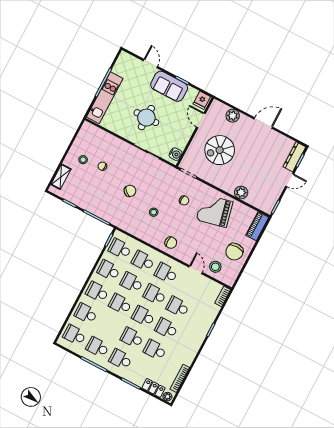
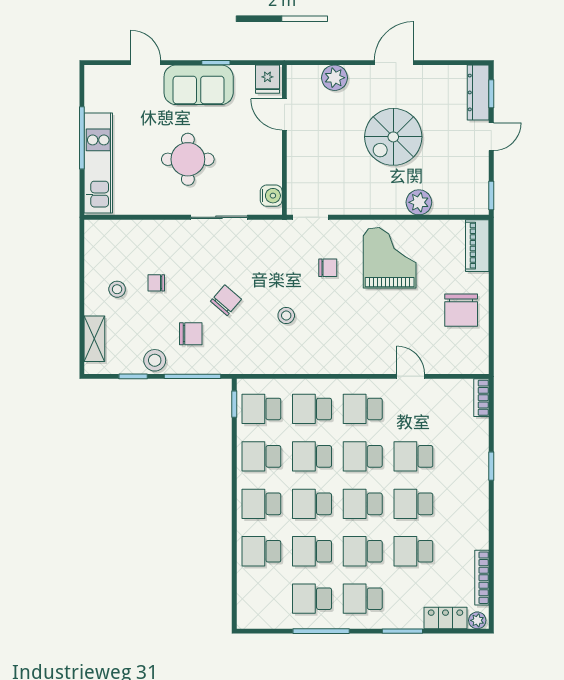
spiral stairs: (220, 150) -> (393, 137), moved
grand piano: (214, 211) -> (390, 258), turned 103
chair: (171, 243) -> (191, 334), moved
stool: (215, 267) -> (155, 360), moved
school desk: (74, 335) -> (312, 551), moved

